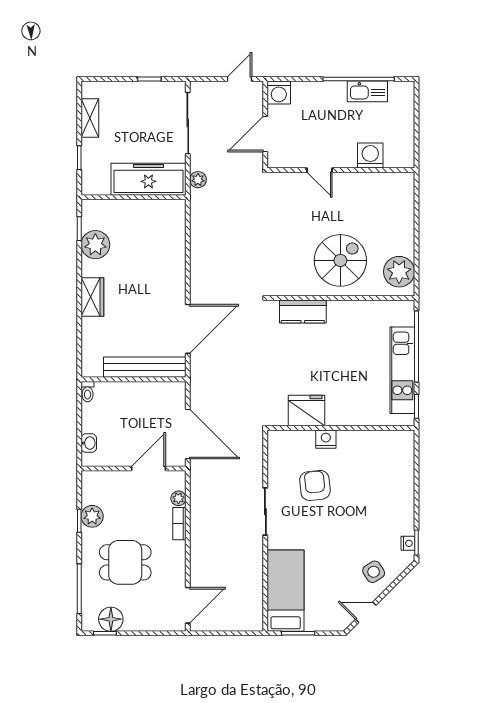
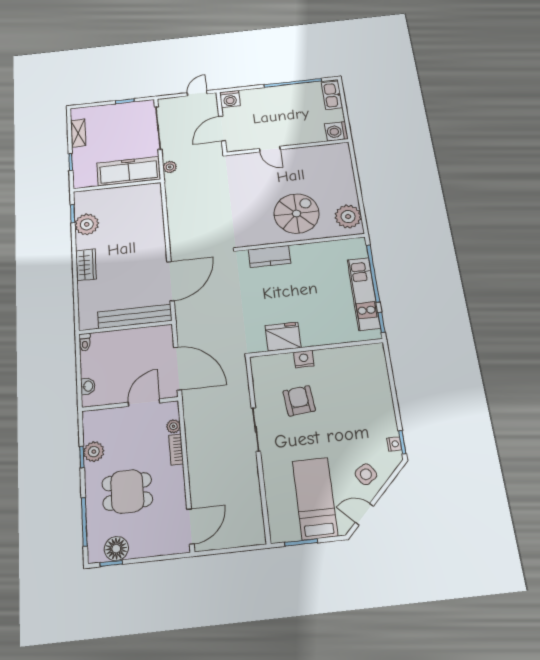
kitchen sink: (367, 91) -> (332, 95), moved, turned 90
washing machine: (370, 156) -> (336, 131), moved, turned -90
bed: (286, 591) -> (315, 498), moved

